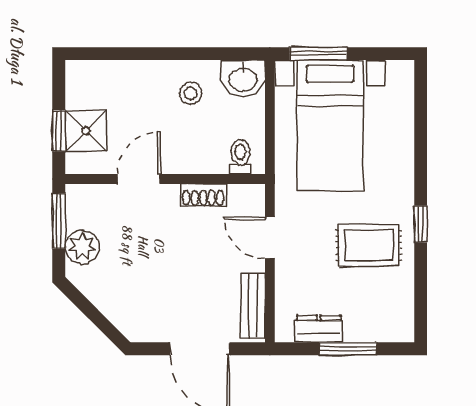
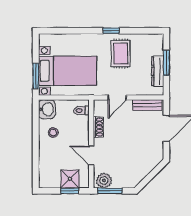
plant: (82, 247) -> (104, 180), moved
dresser: (319, 329) -> (158, 71), width x1.44

